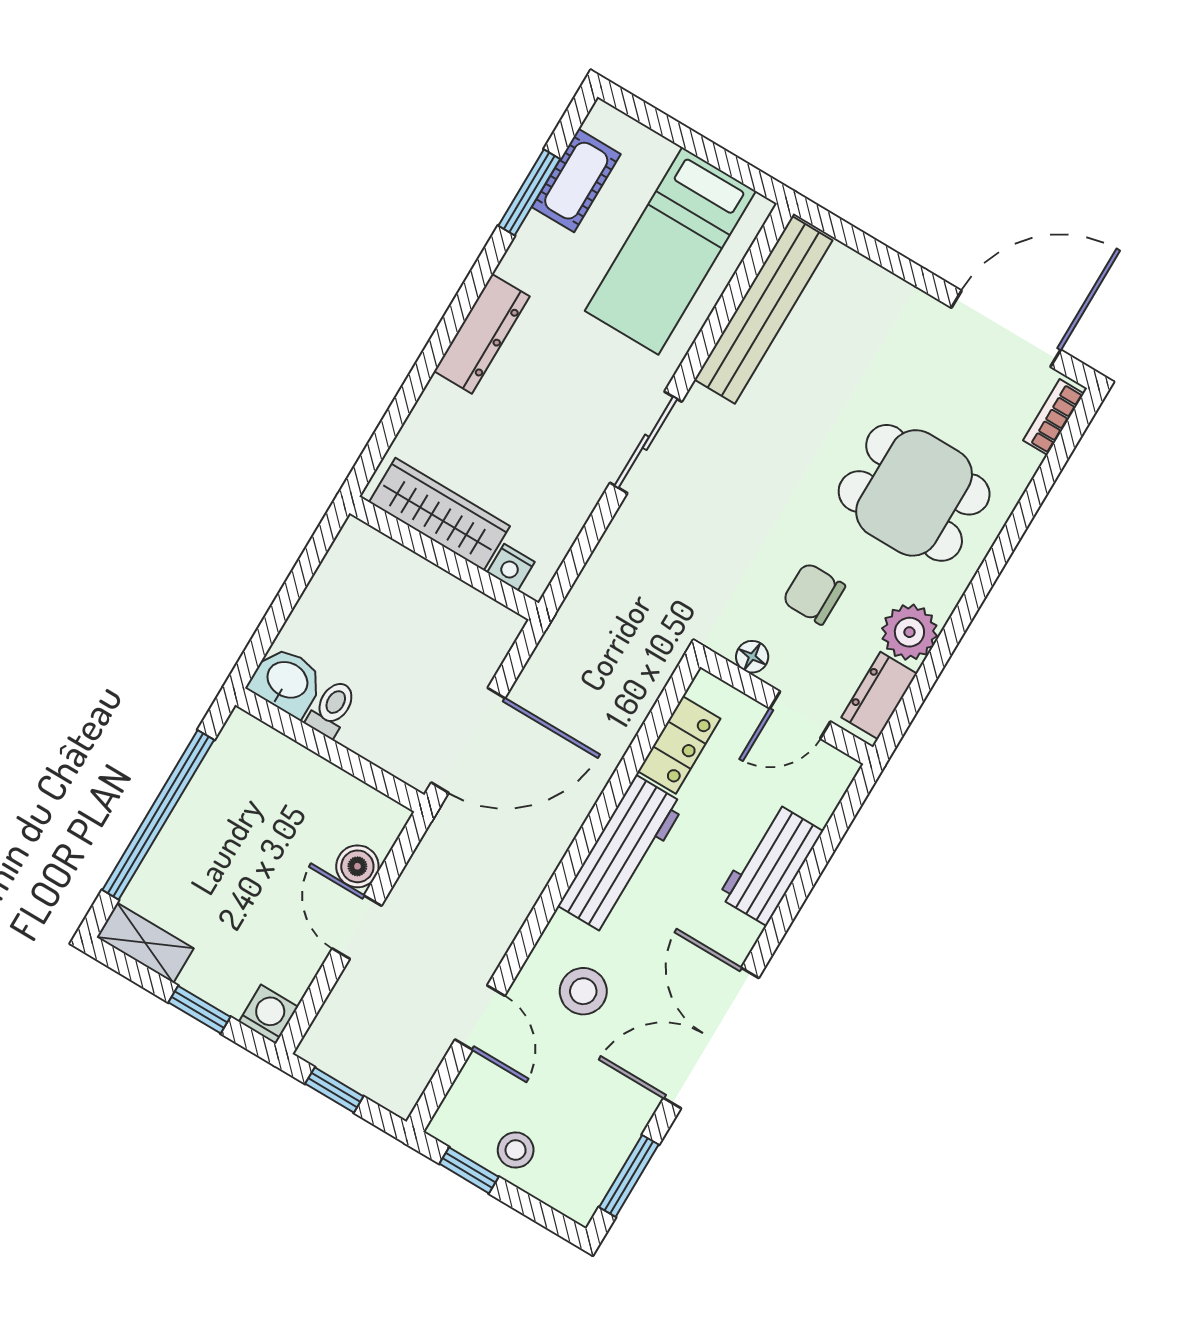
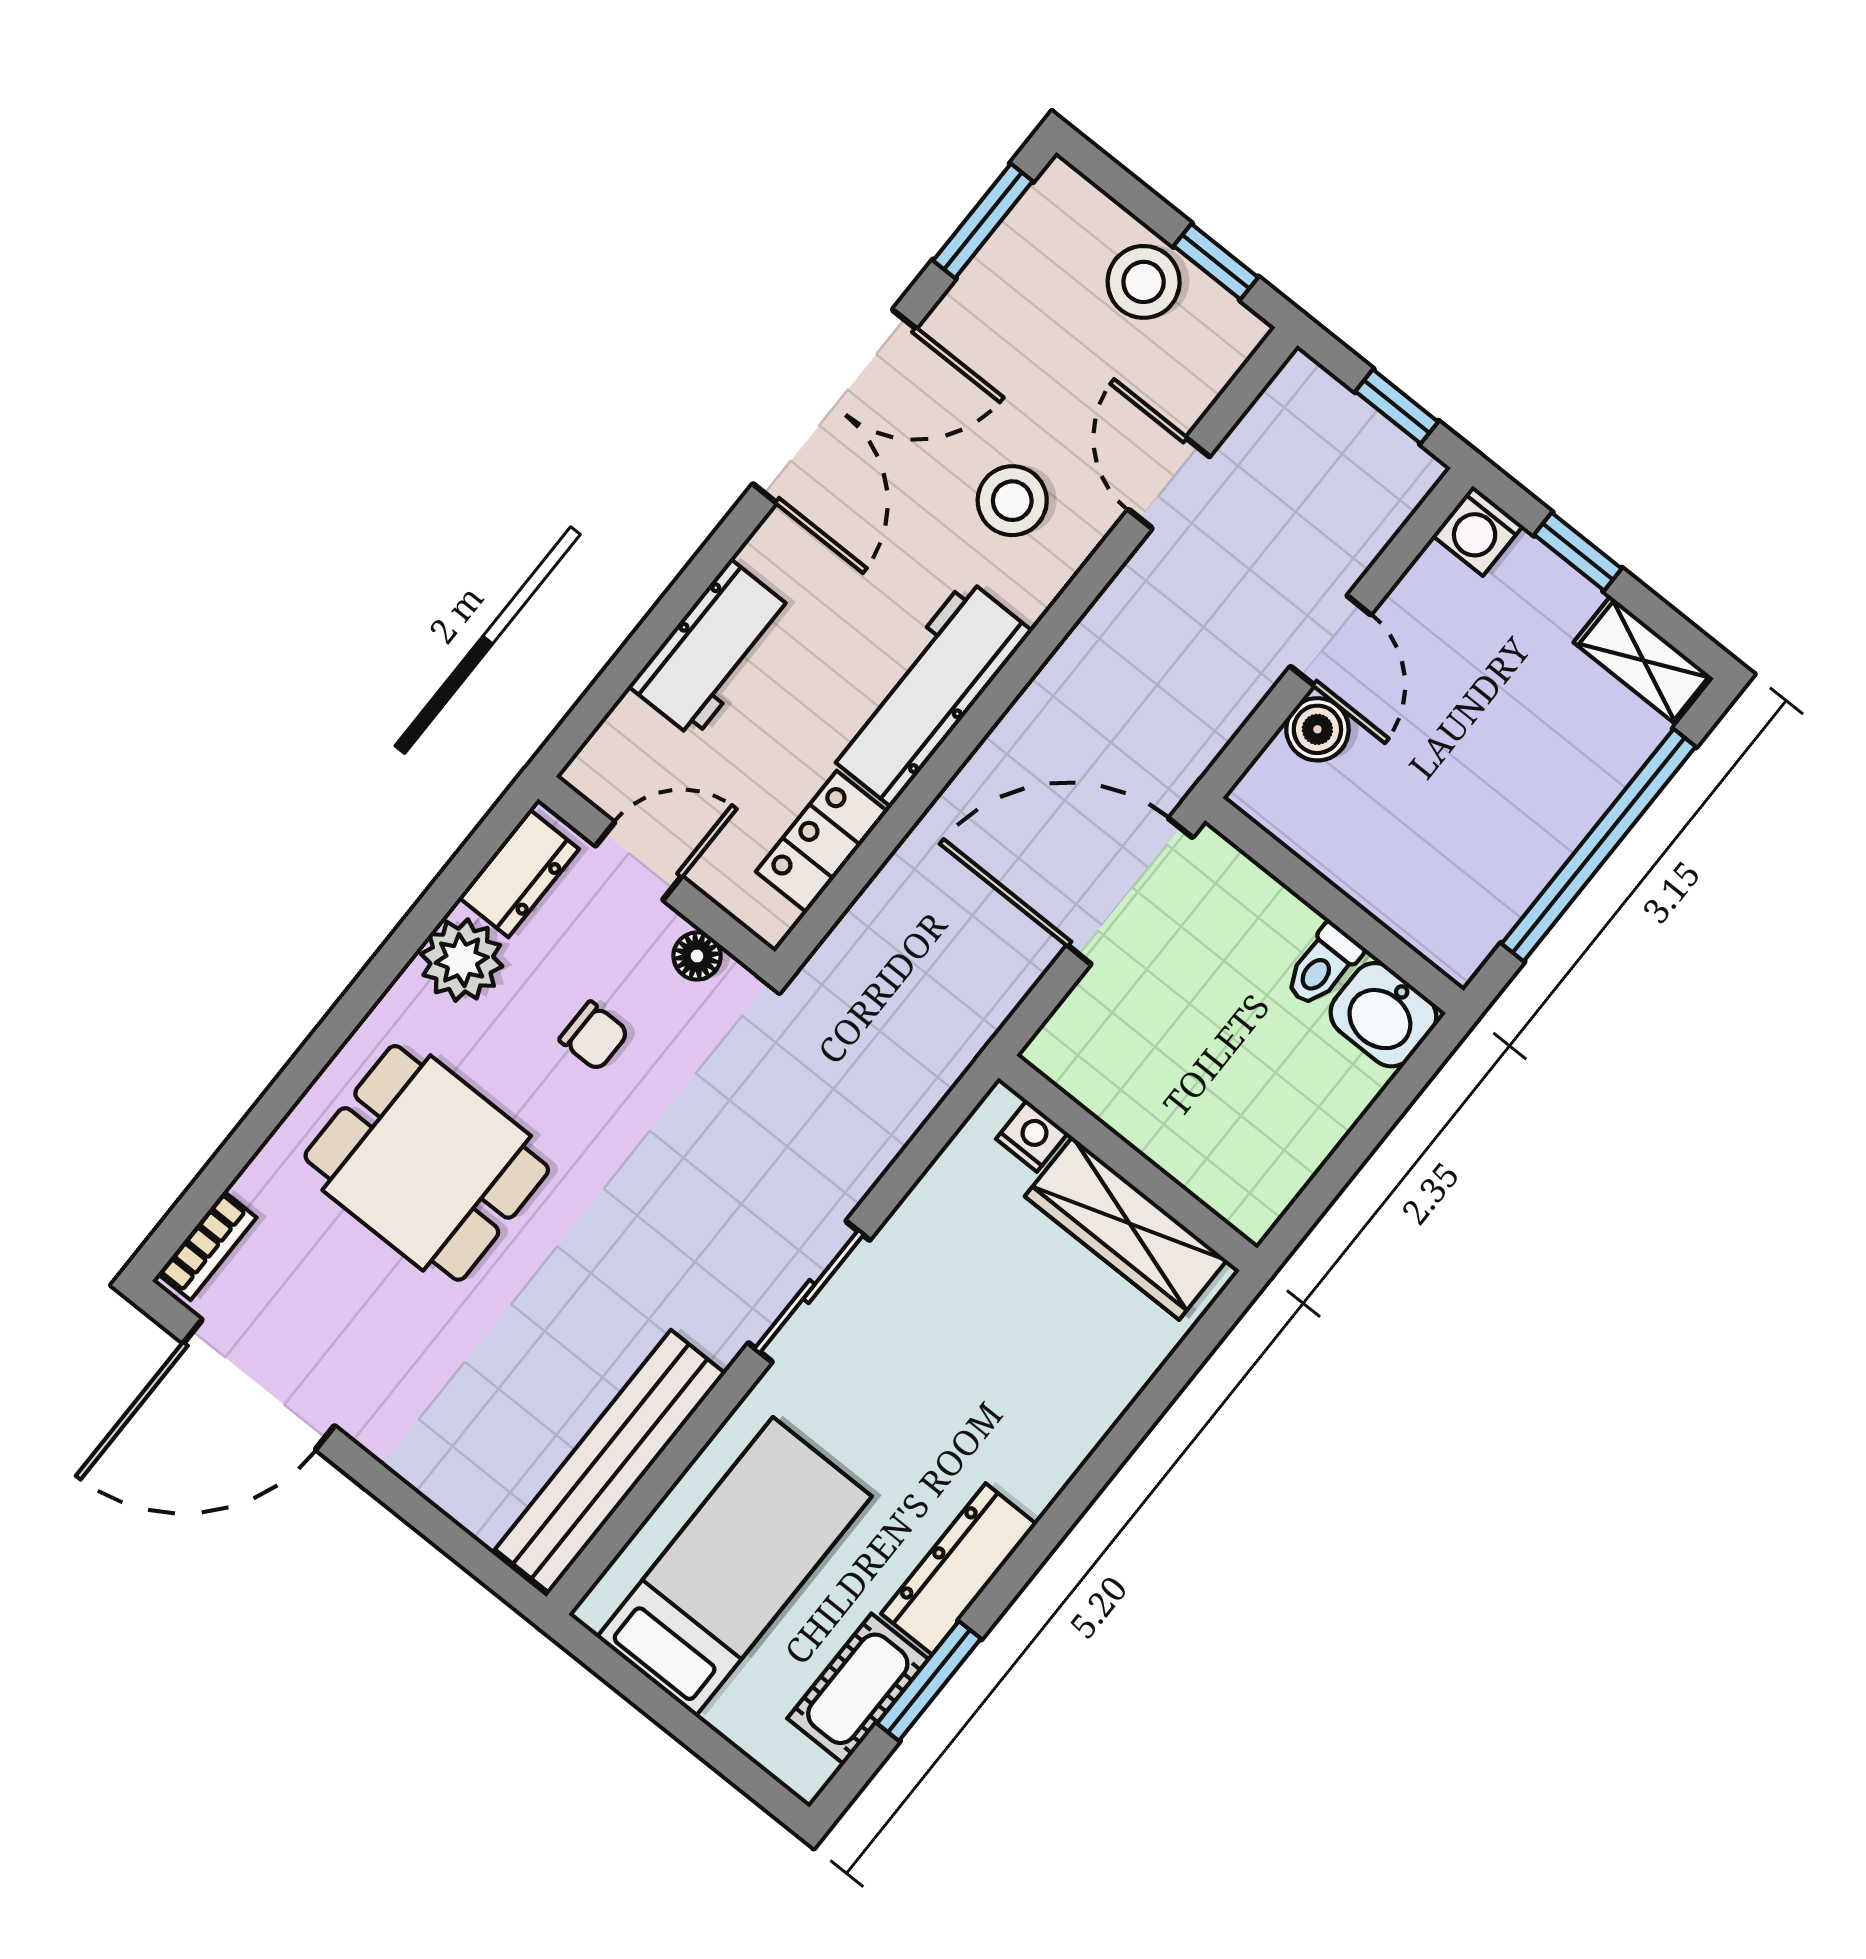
dresser: (482, 334) -> (959, 1569), moved
chair: (814, 594) -> (594, 1036), width x0.73, depth x0.73
stool: (516, 1150) -> (1144, 282), width x1.37, depth x1.37

